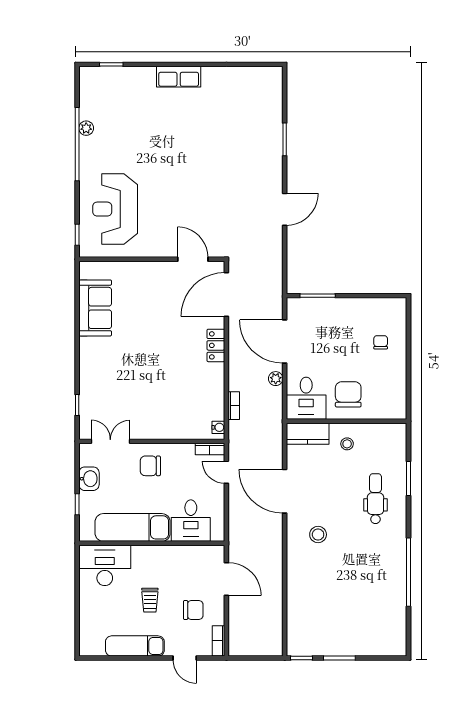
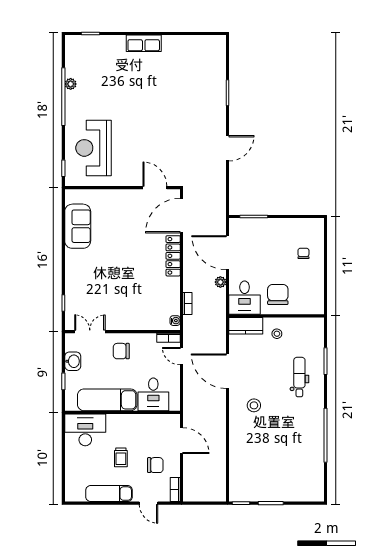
locker: (216, 345) -> (173, 256), width x1.53

